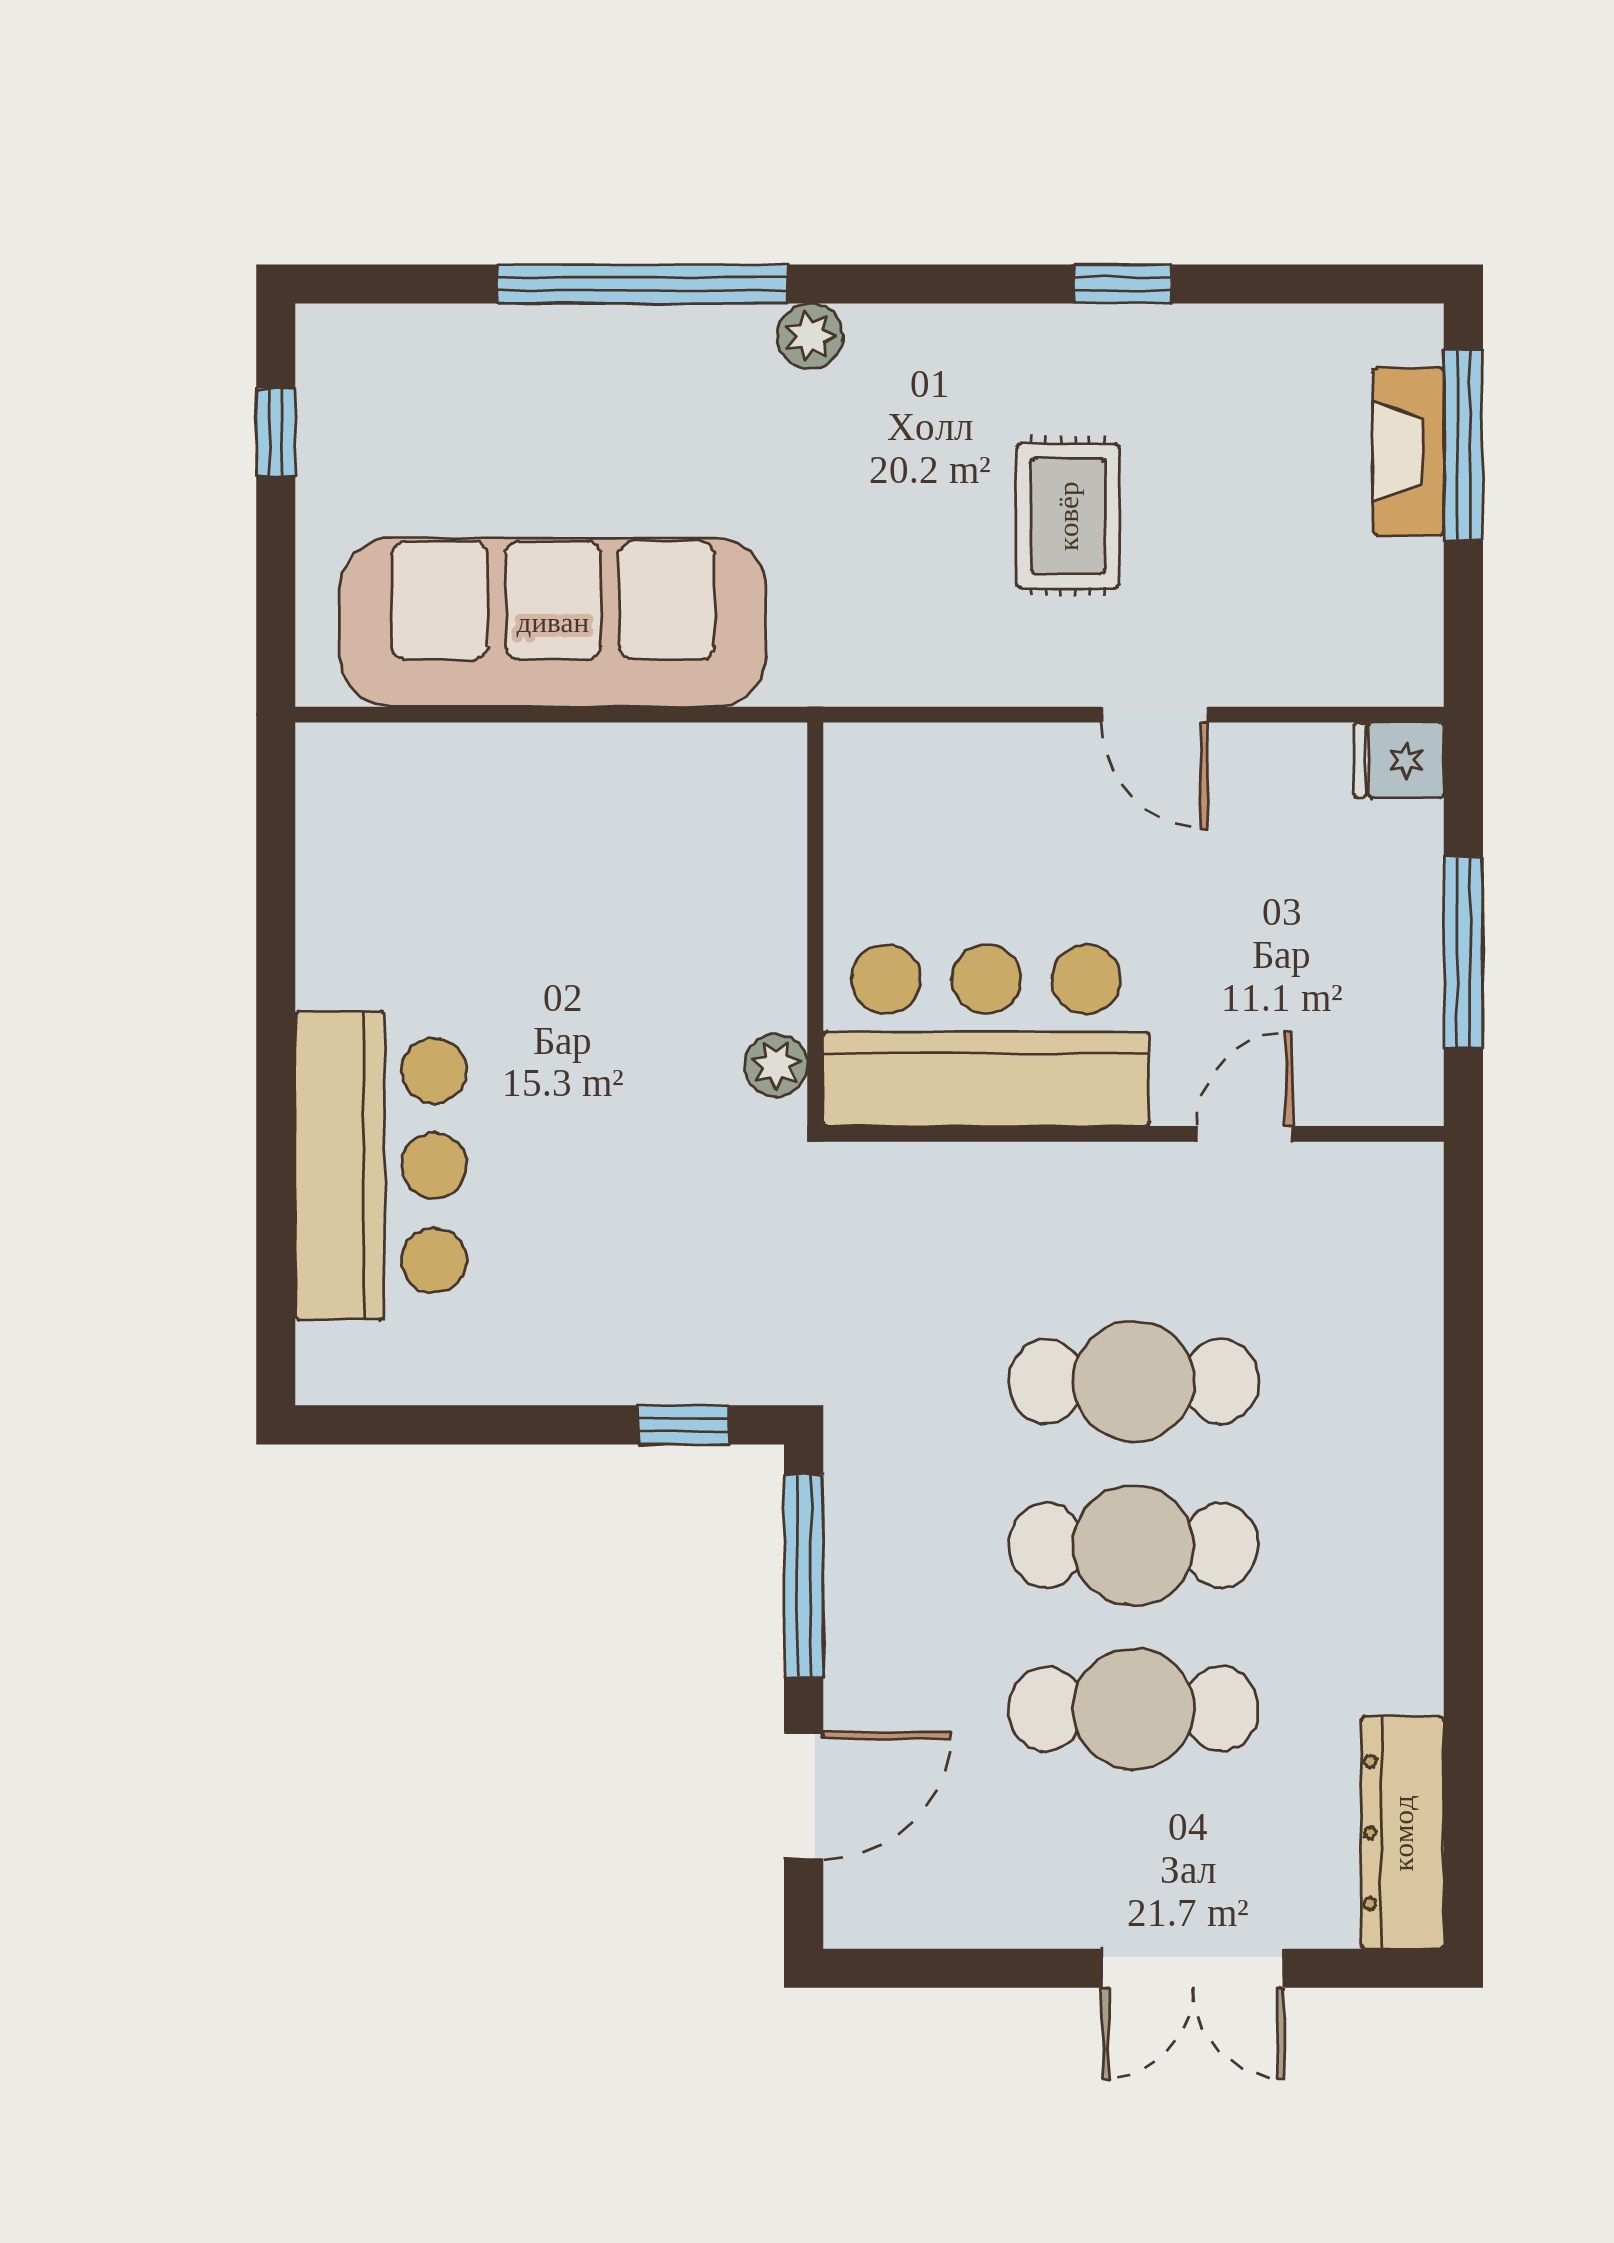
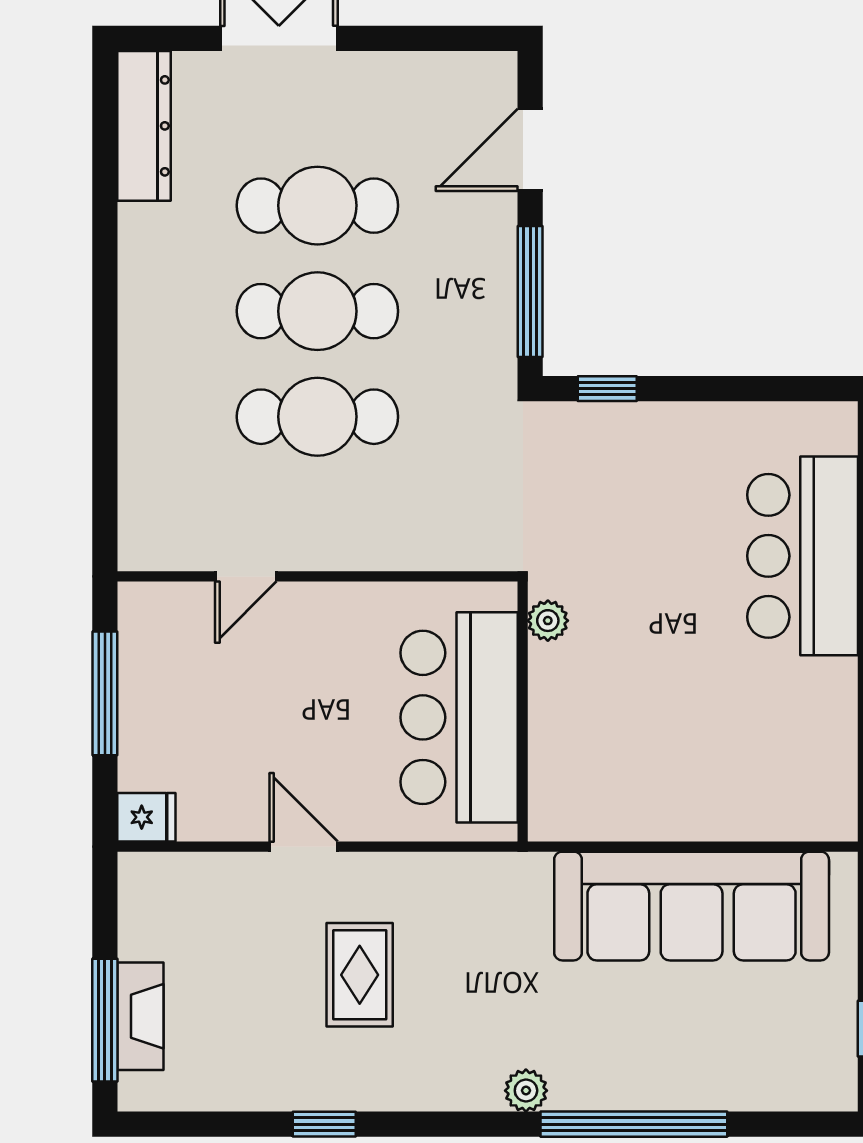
bar counter: (986, 1035) -> (459, 717), moved, turned 90

